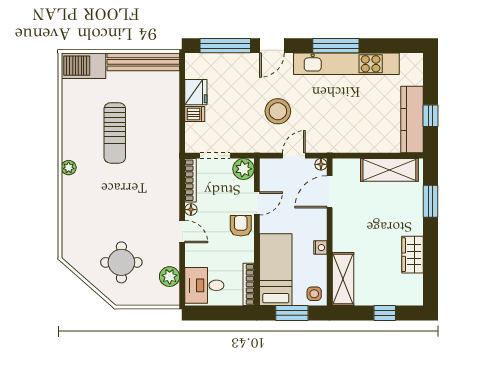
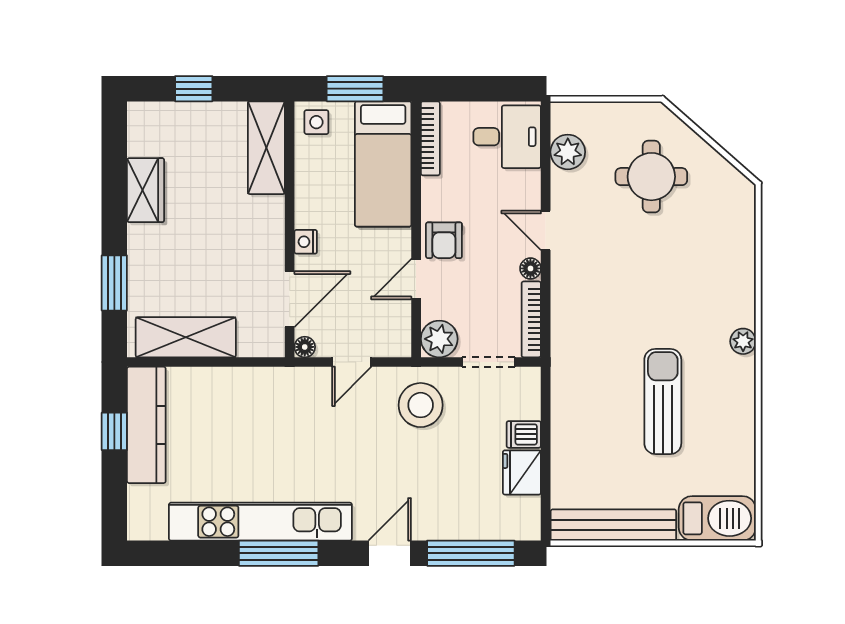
stool: (278, 111) -> (421, 405), moved
nightstand: (320, 248) -> (306, 242), moved

